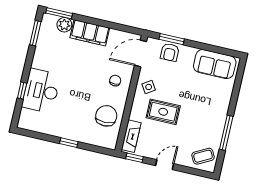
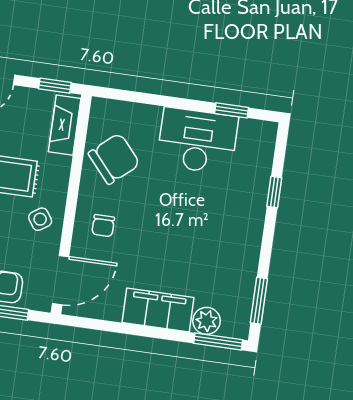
desk: (41, 91) -> (197, 141), moved, turned -90
chair: (106, 116) -> (114, 159), turned -131
window: (69, 143) -> (232, 110), moved

